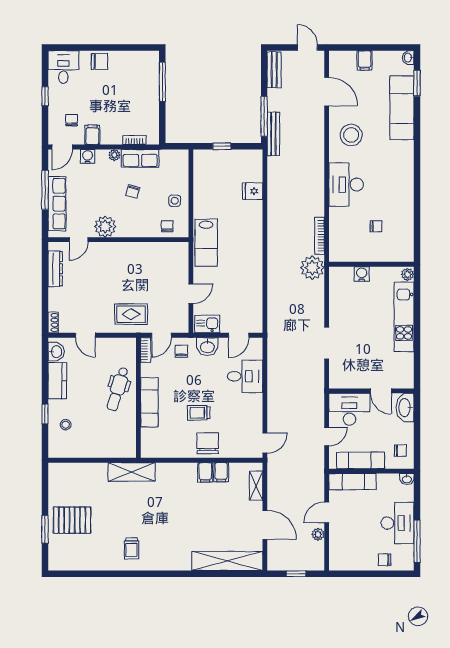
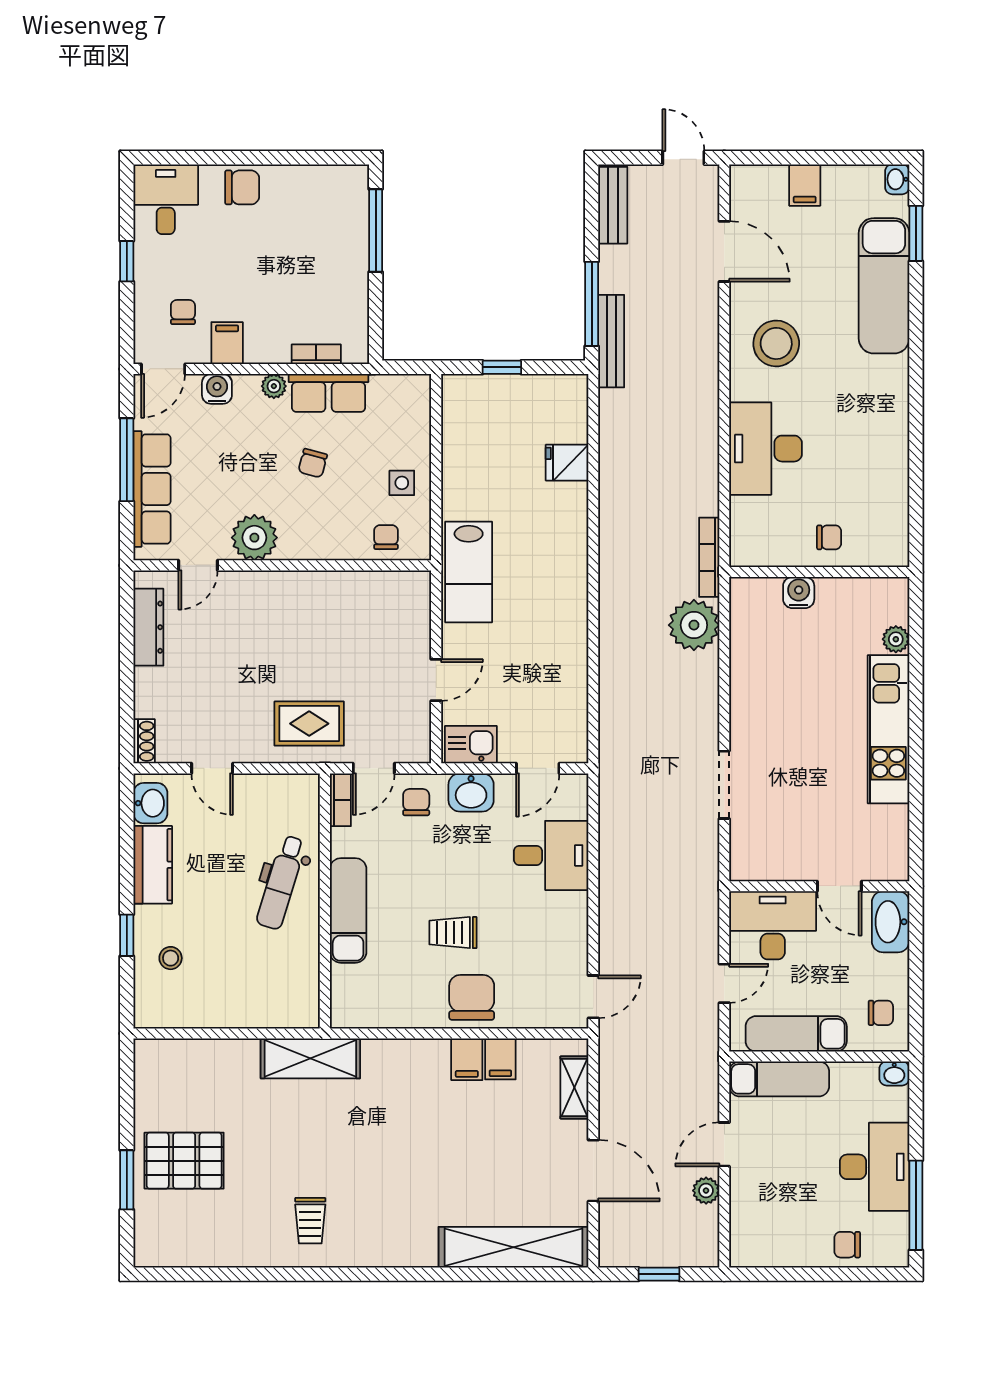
wall: (371, 264) -> (819, 572), moved
water cooler: (362, 274) -> (799, 592), moved

